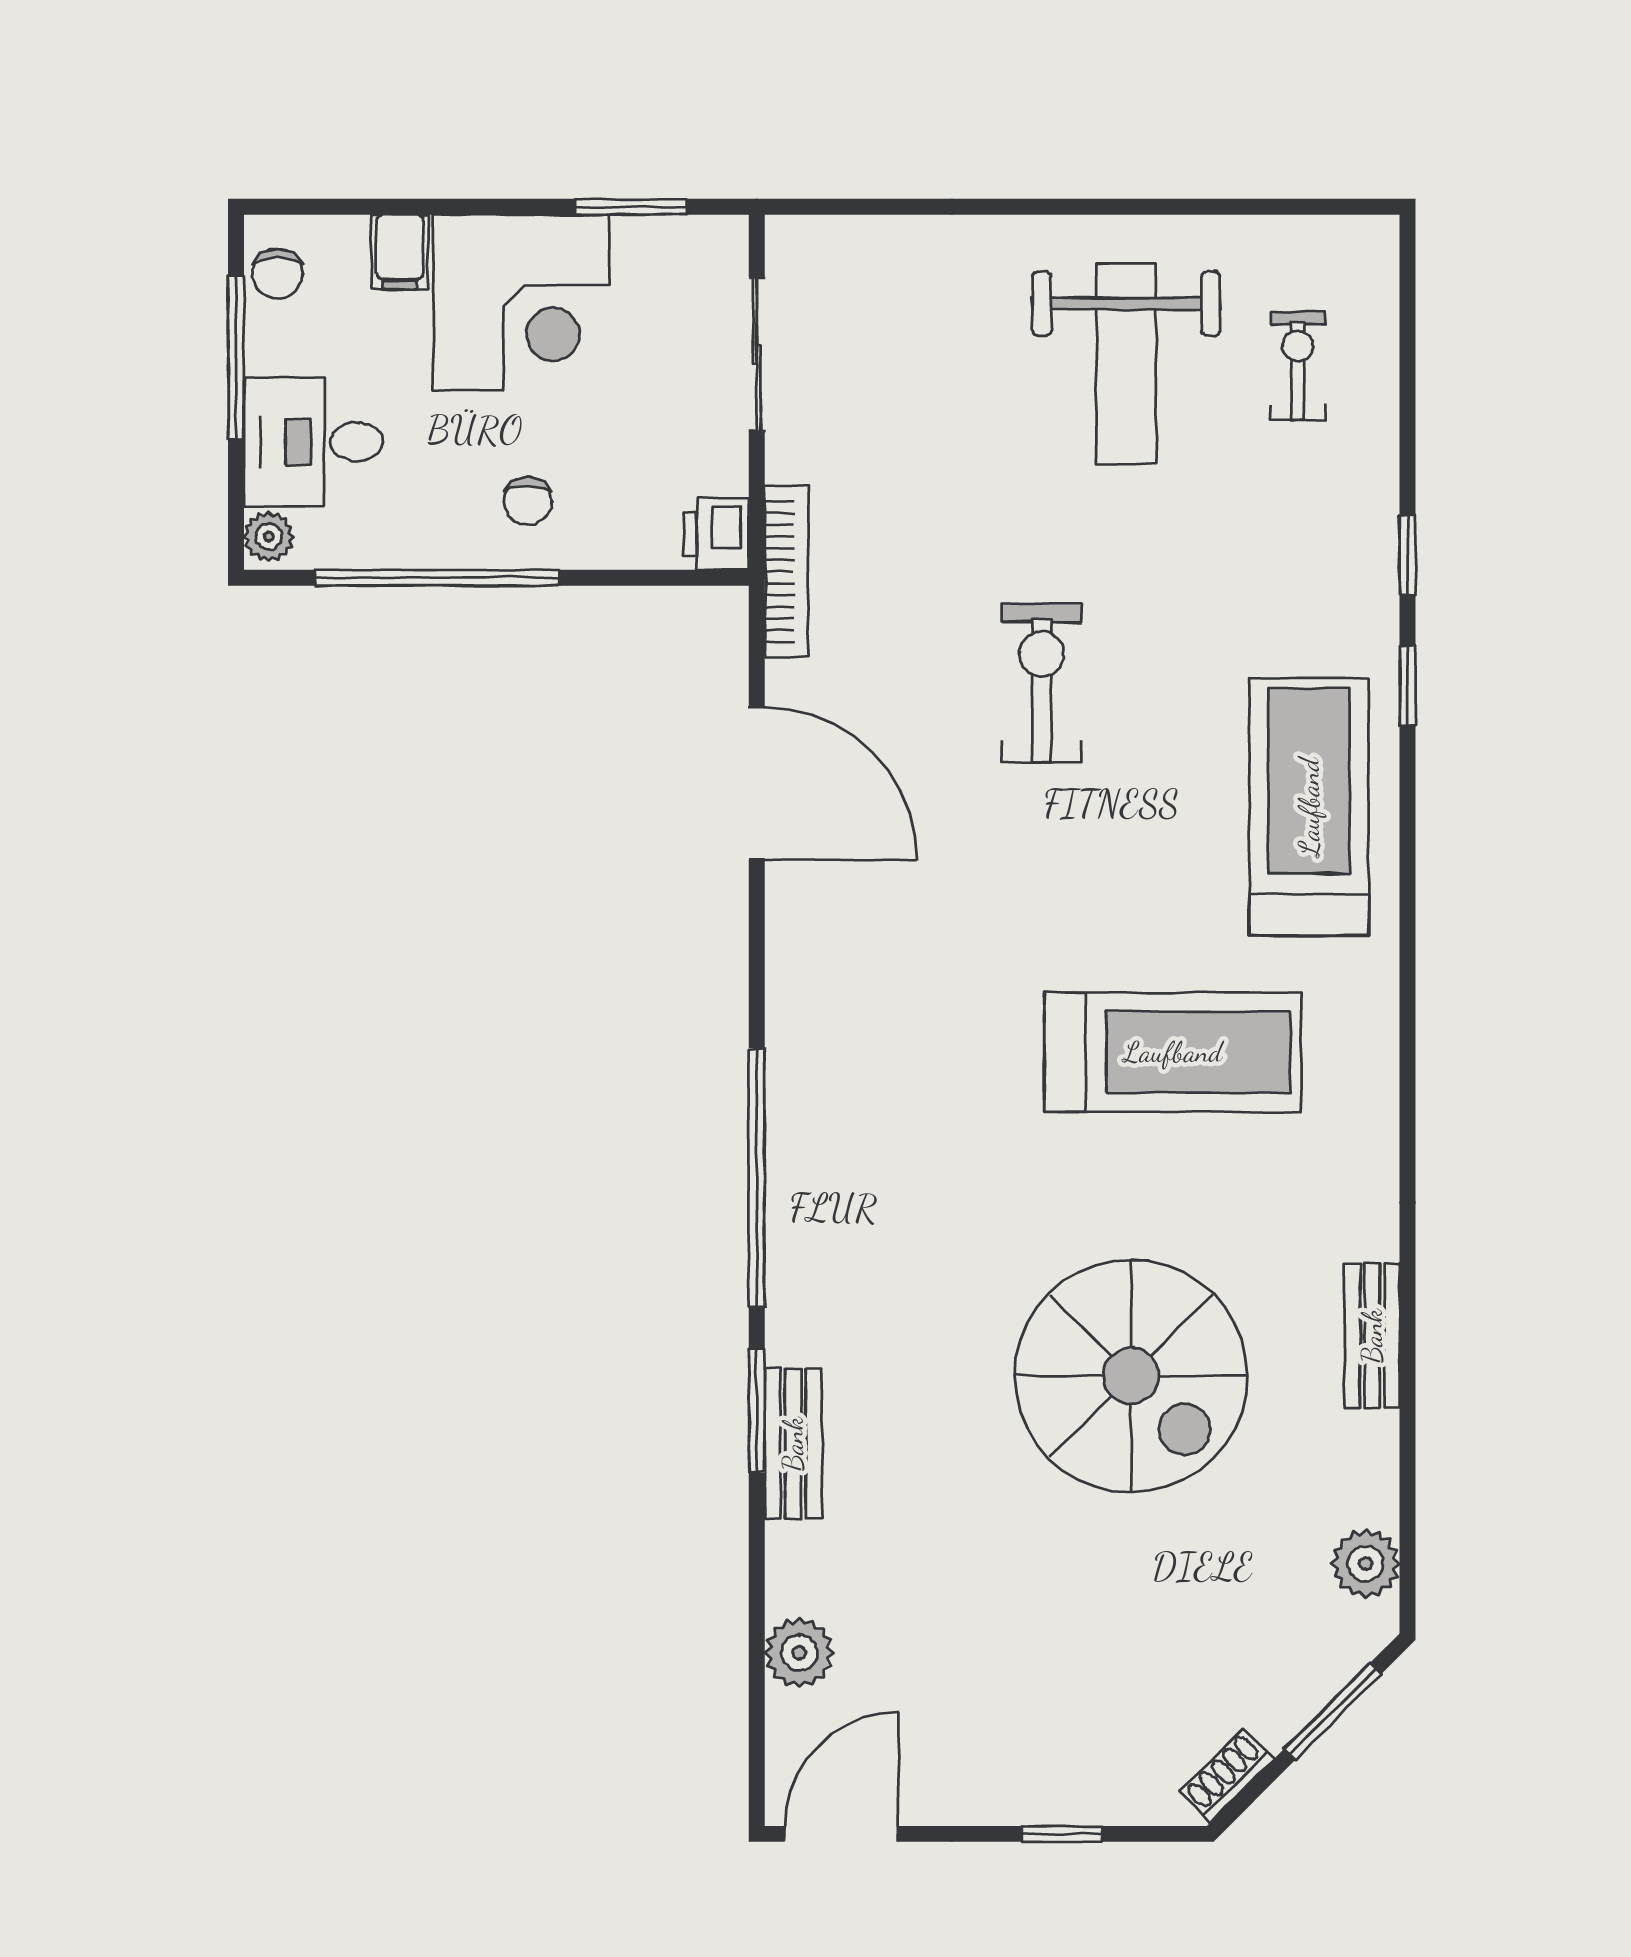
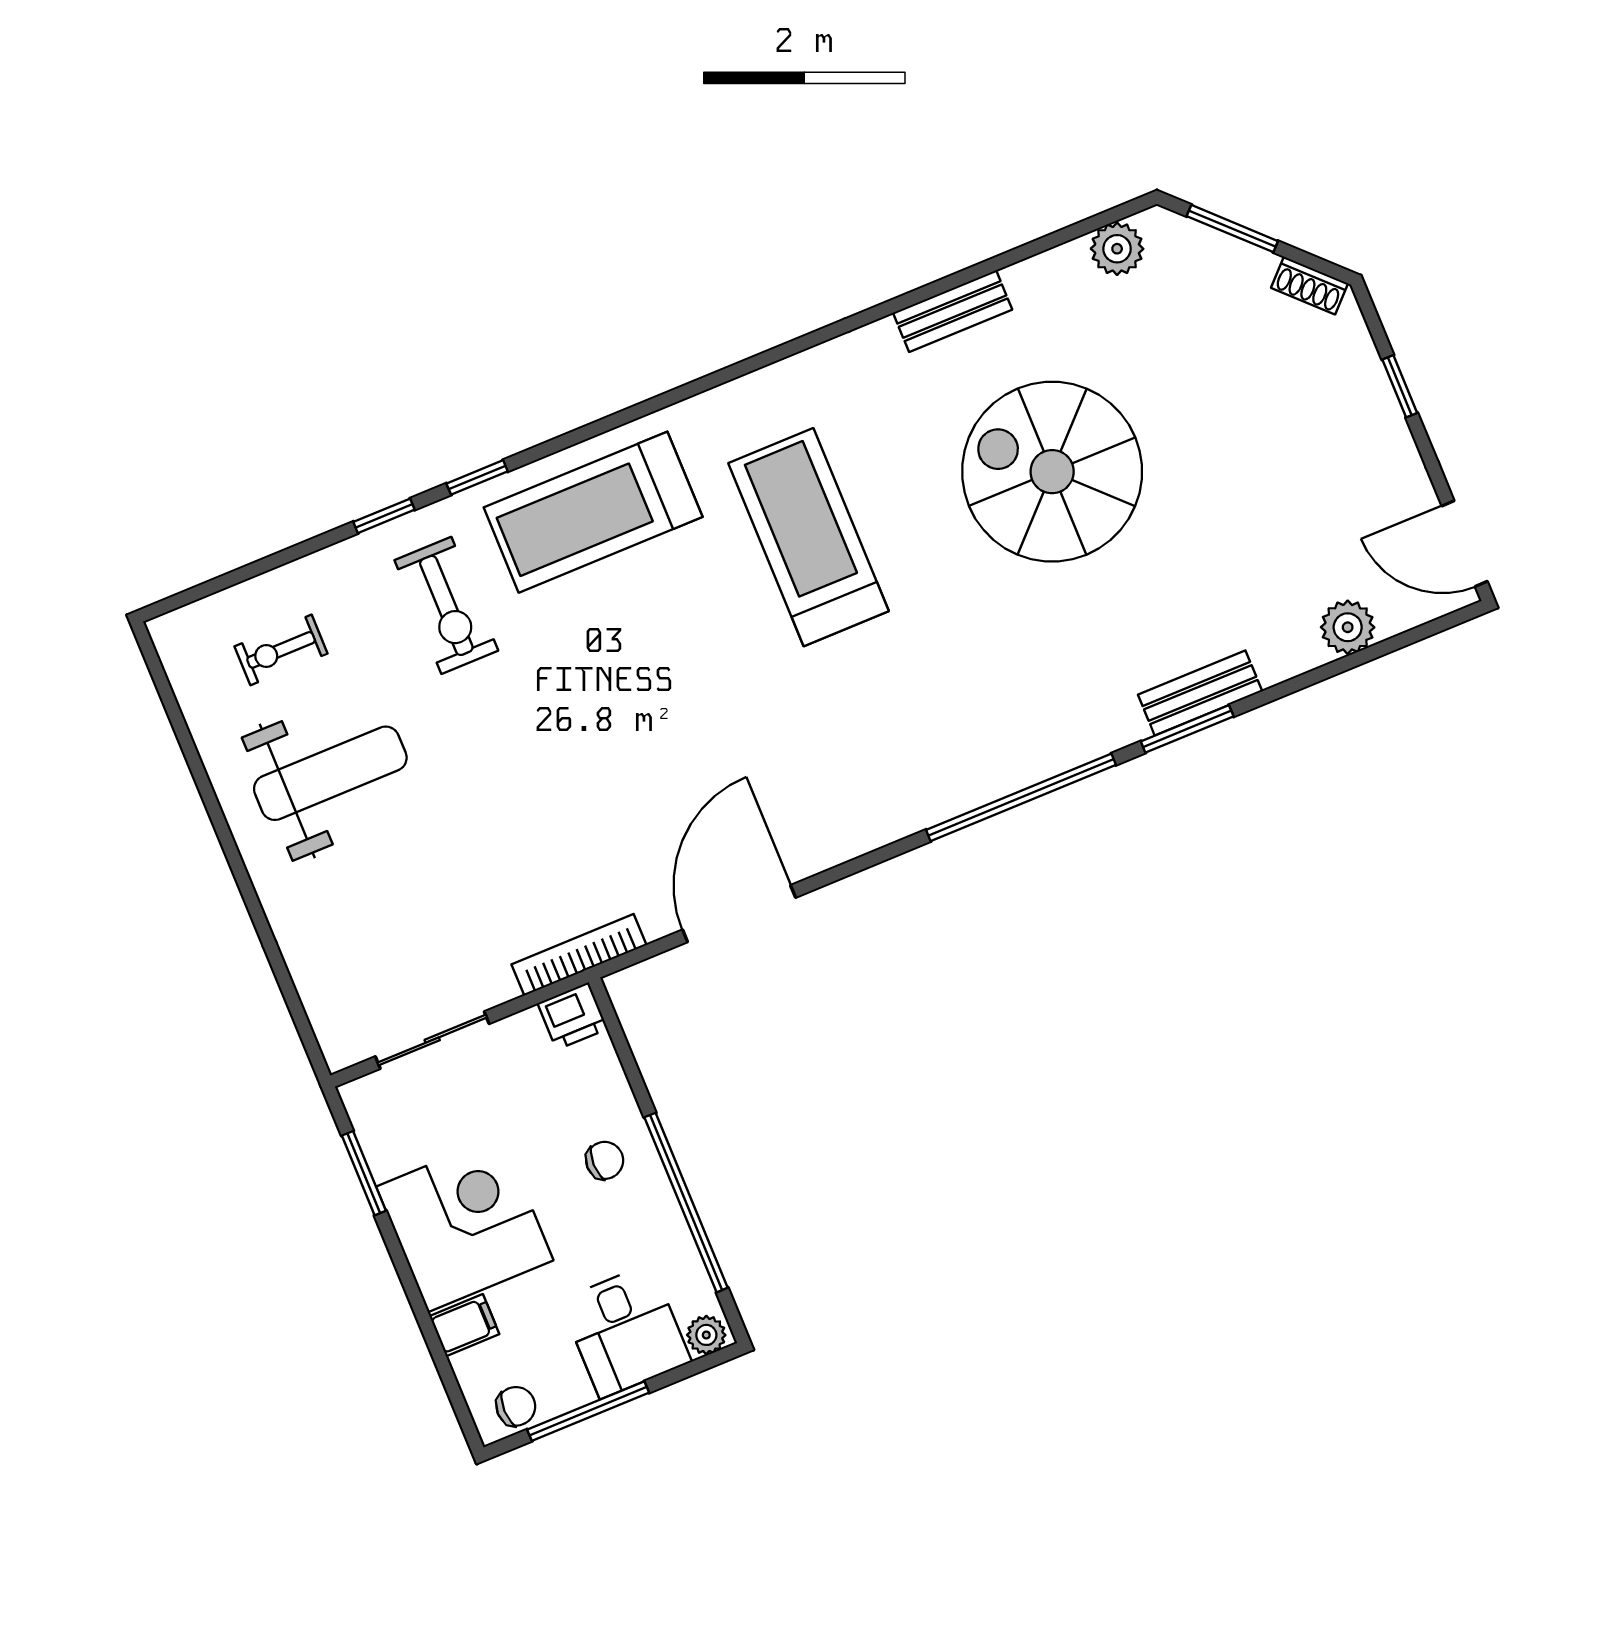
exercise bike: (1042, 683) -> (446, 605), moved, turned -90
spiral stairs: (1131, 1376) -> (1052, 472), turned -90

